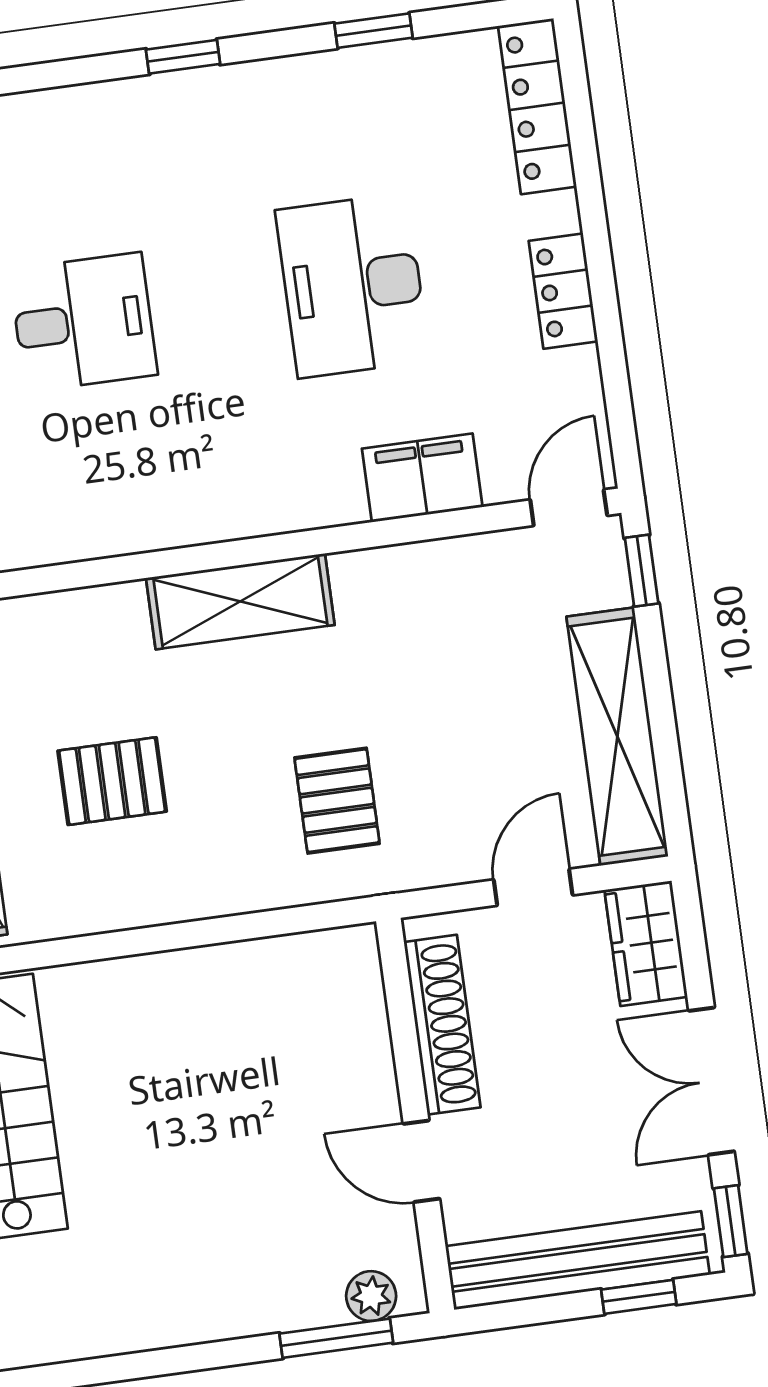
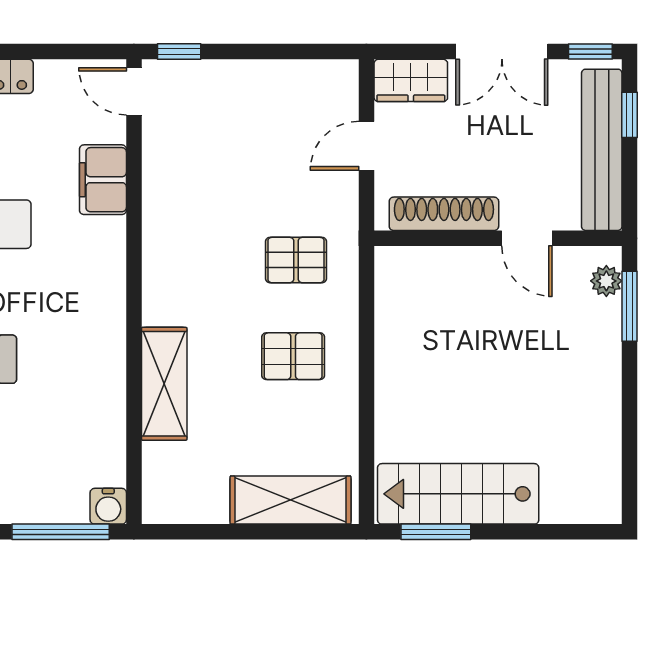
shelving: (240, 601) -> (164, 384), moved
shelving: (617, 737) -> (280, 81), removed
pallet: (112, 781) -> (293, 356), moved, turned 90
door: (533, 887) -> (366, 146), hinge flipped
door: (421, 1161) -> (527, 238), hinge flipped

